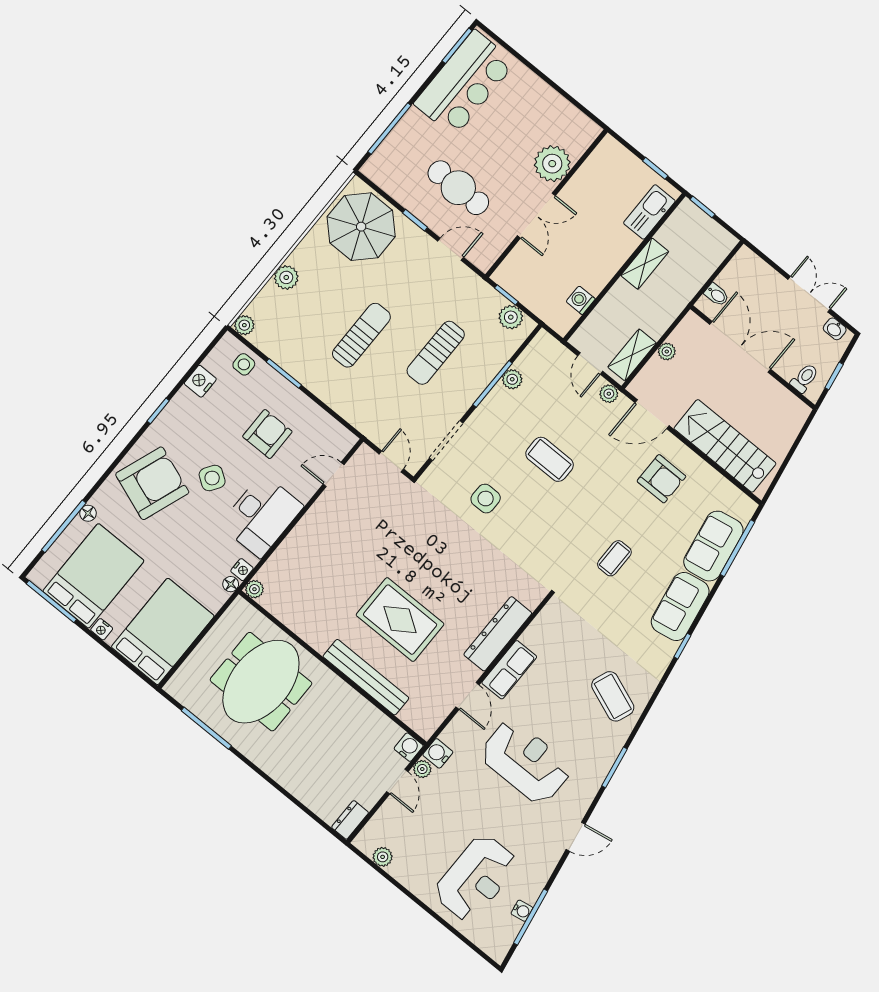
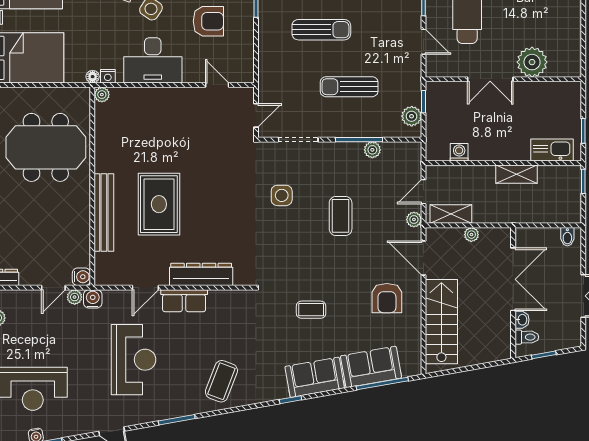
bidet: (717, 295) -> (567, 237), moved
washbasin: (835, 329) -> (522, 320), moved, turned 180

